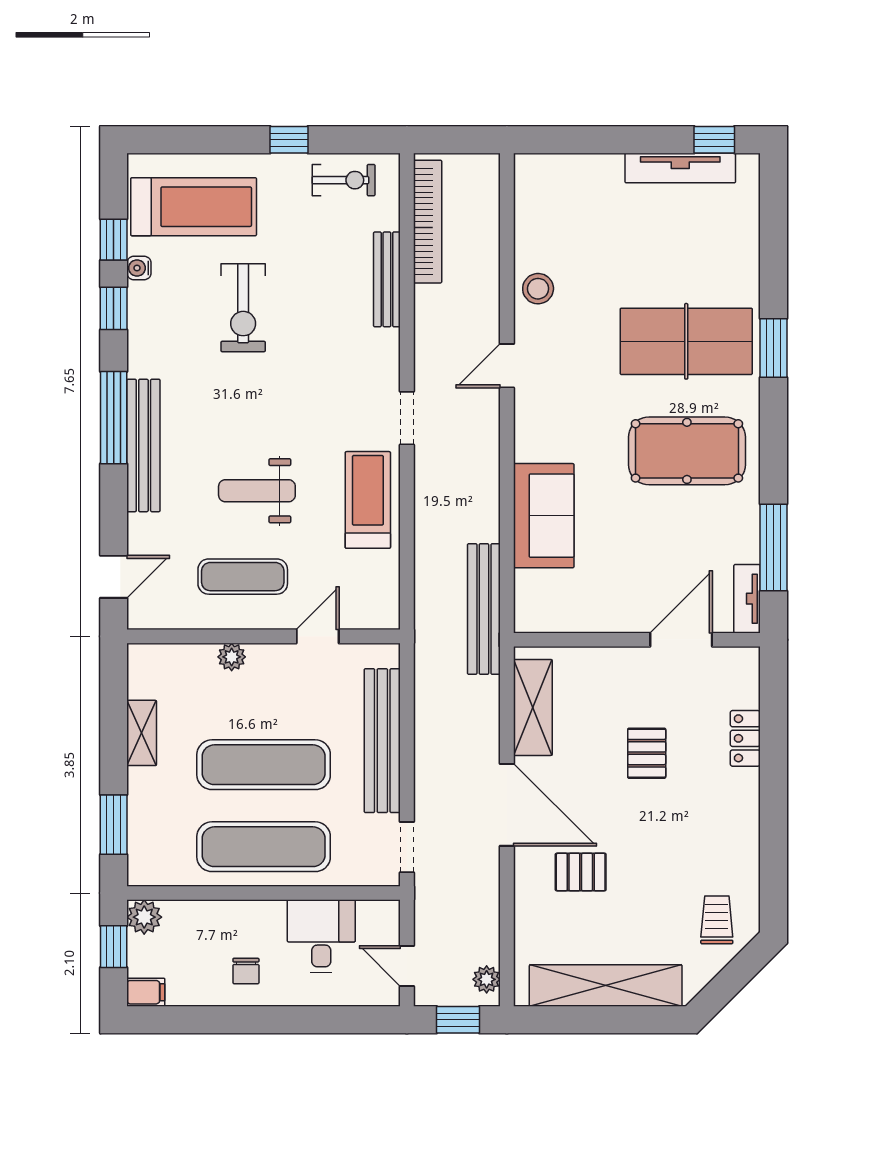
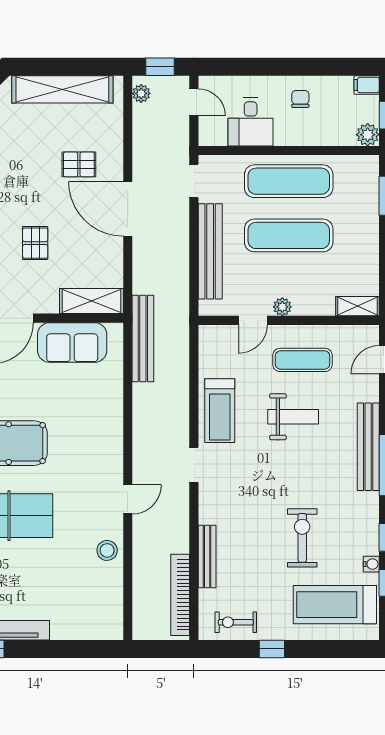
sofa: (544, 516) -> (72, 343), moved, turned -90
plant: (232, 657) -> (282, 307), moved
shelving: (533, 707) -> (92, 301), moved, turned 90
shelving: (142, 733) -> (357, 306), moved, turned 90

